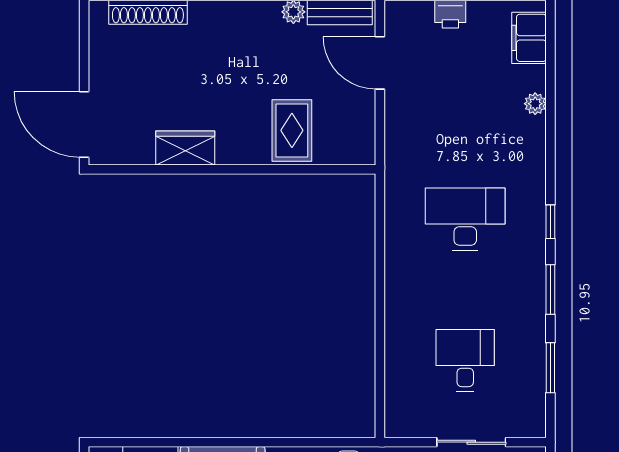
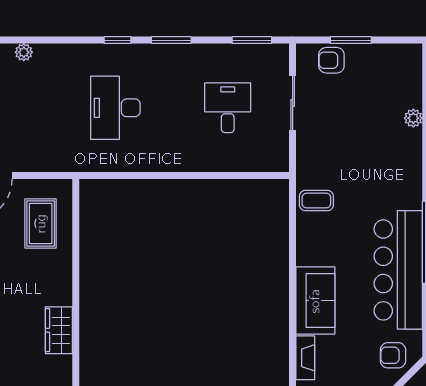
rug: (292, 130) -> (41, 224), moved, turned 90
desk: (465, 361) -> (228, 108), turned 90
window: (550, 368) -> (252, 40), moved

